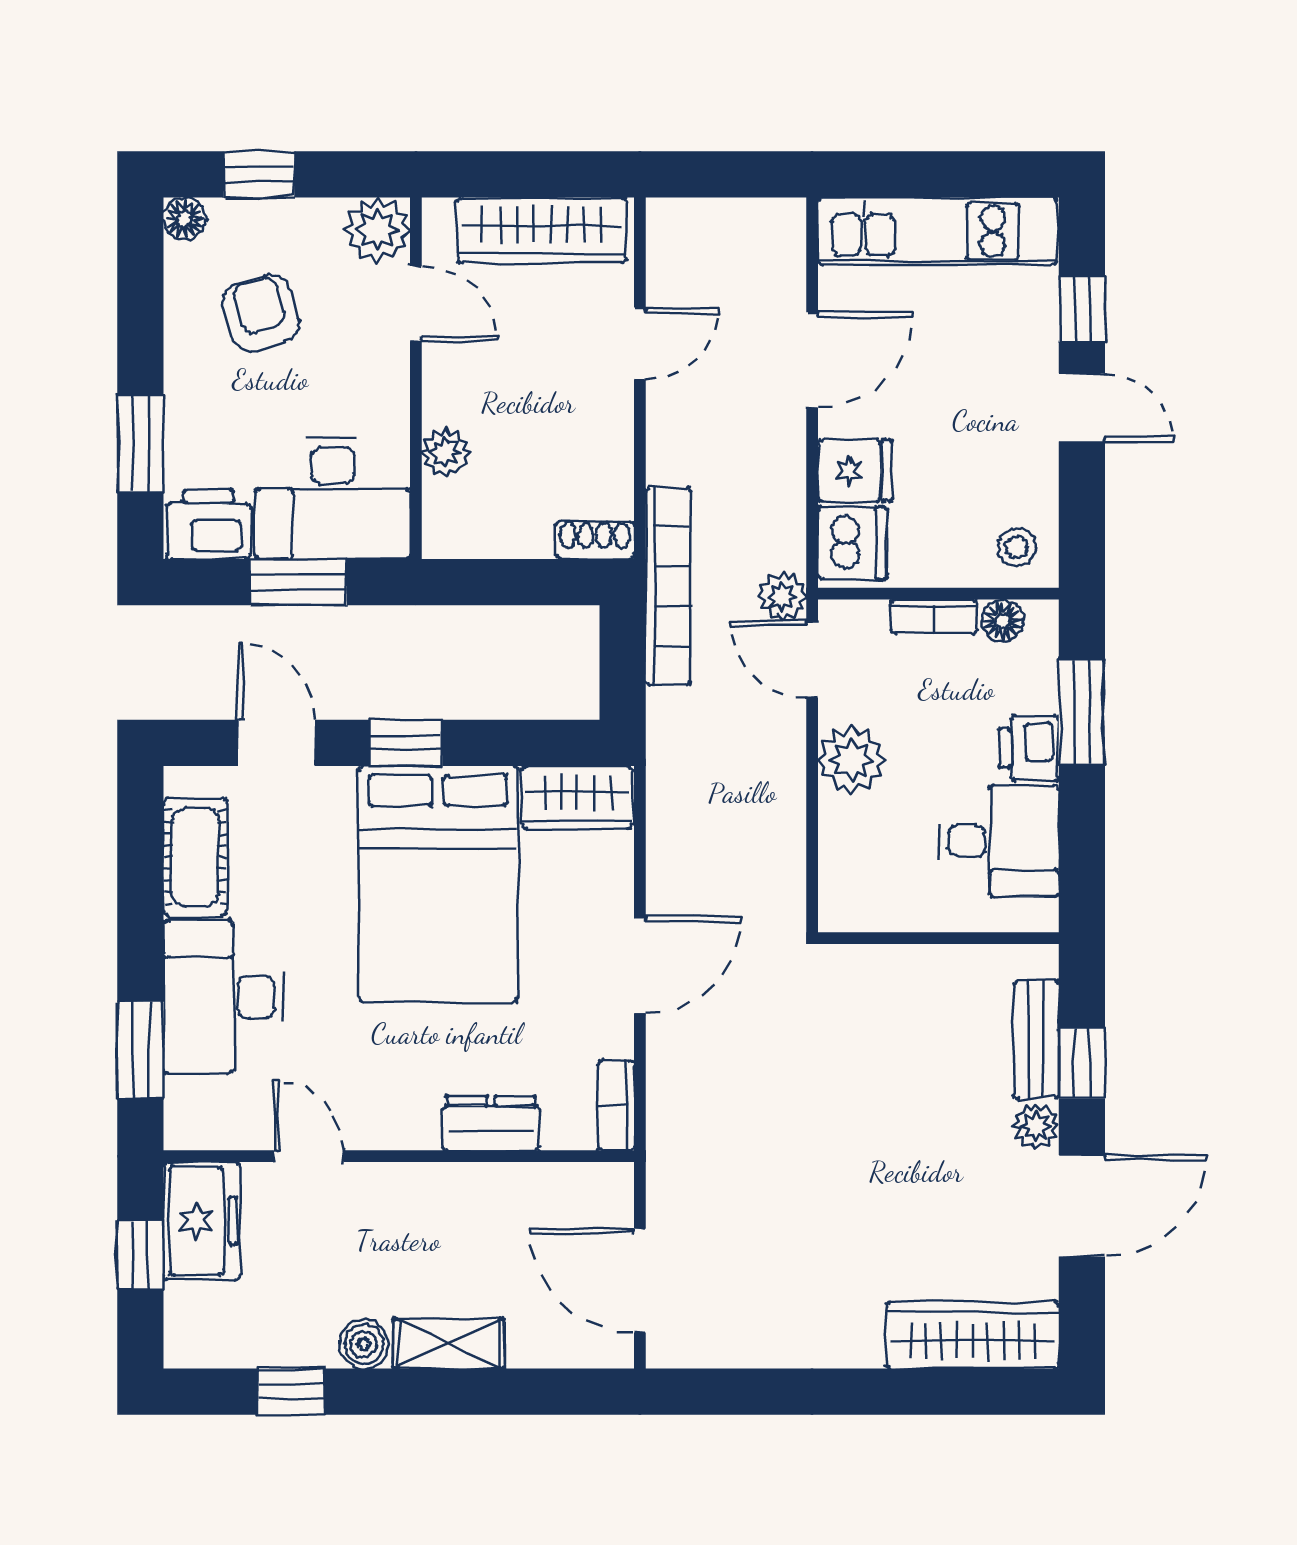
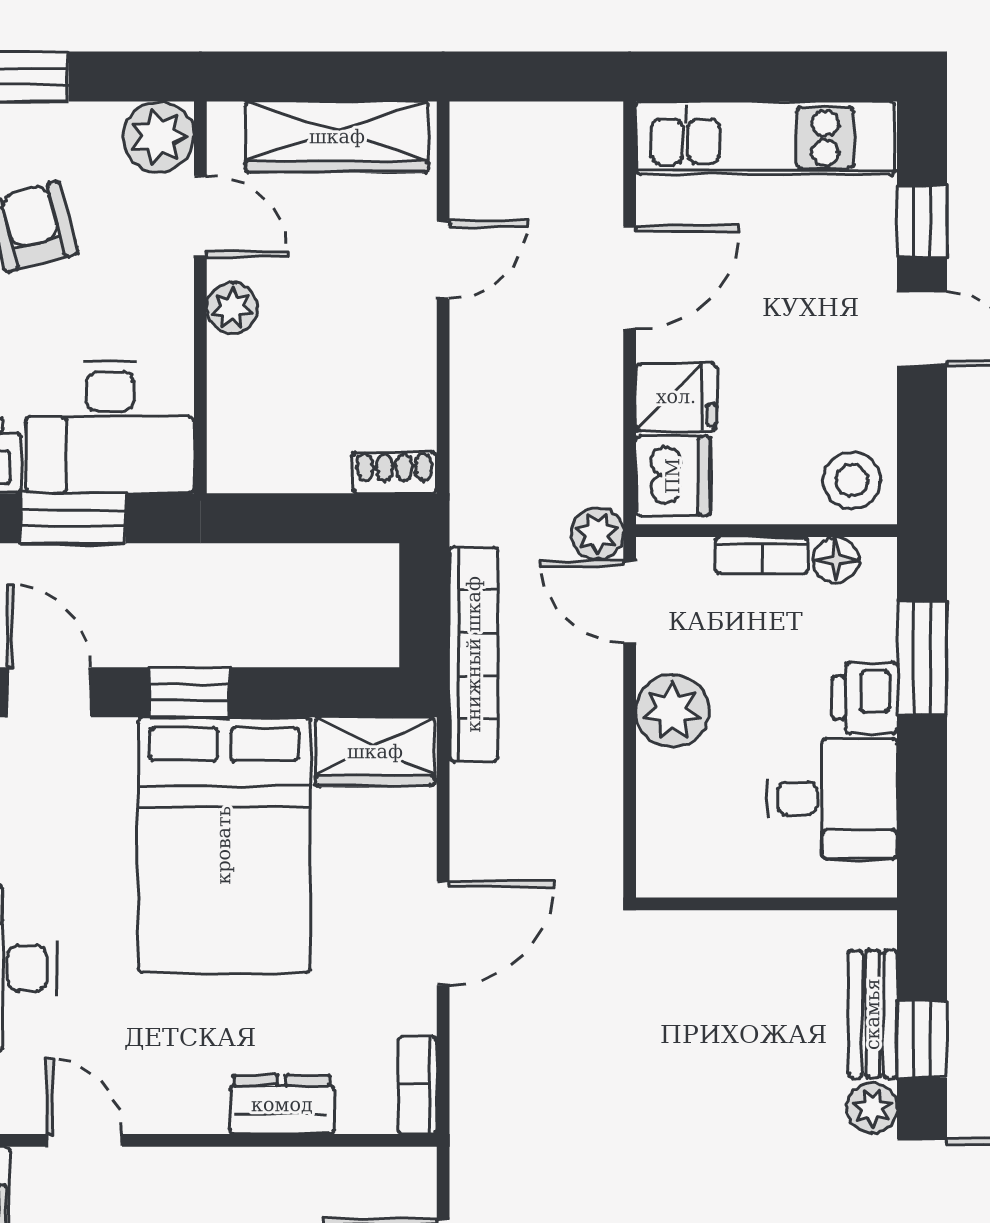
plant: (445, 453) -> (232, 308), moved
stool: (1017, 547) -> (852, 480), width x1.37, depth x1.37
bookcase: (668, 586) -> (474, 654), moved

